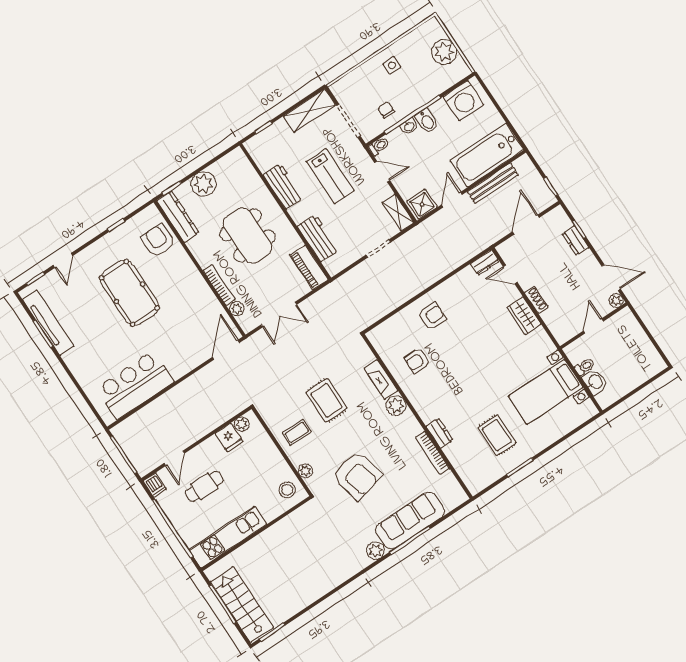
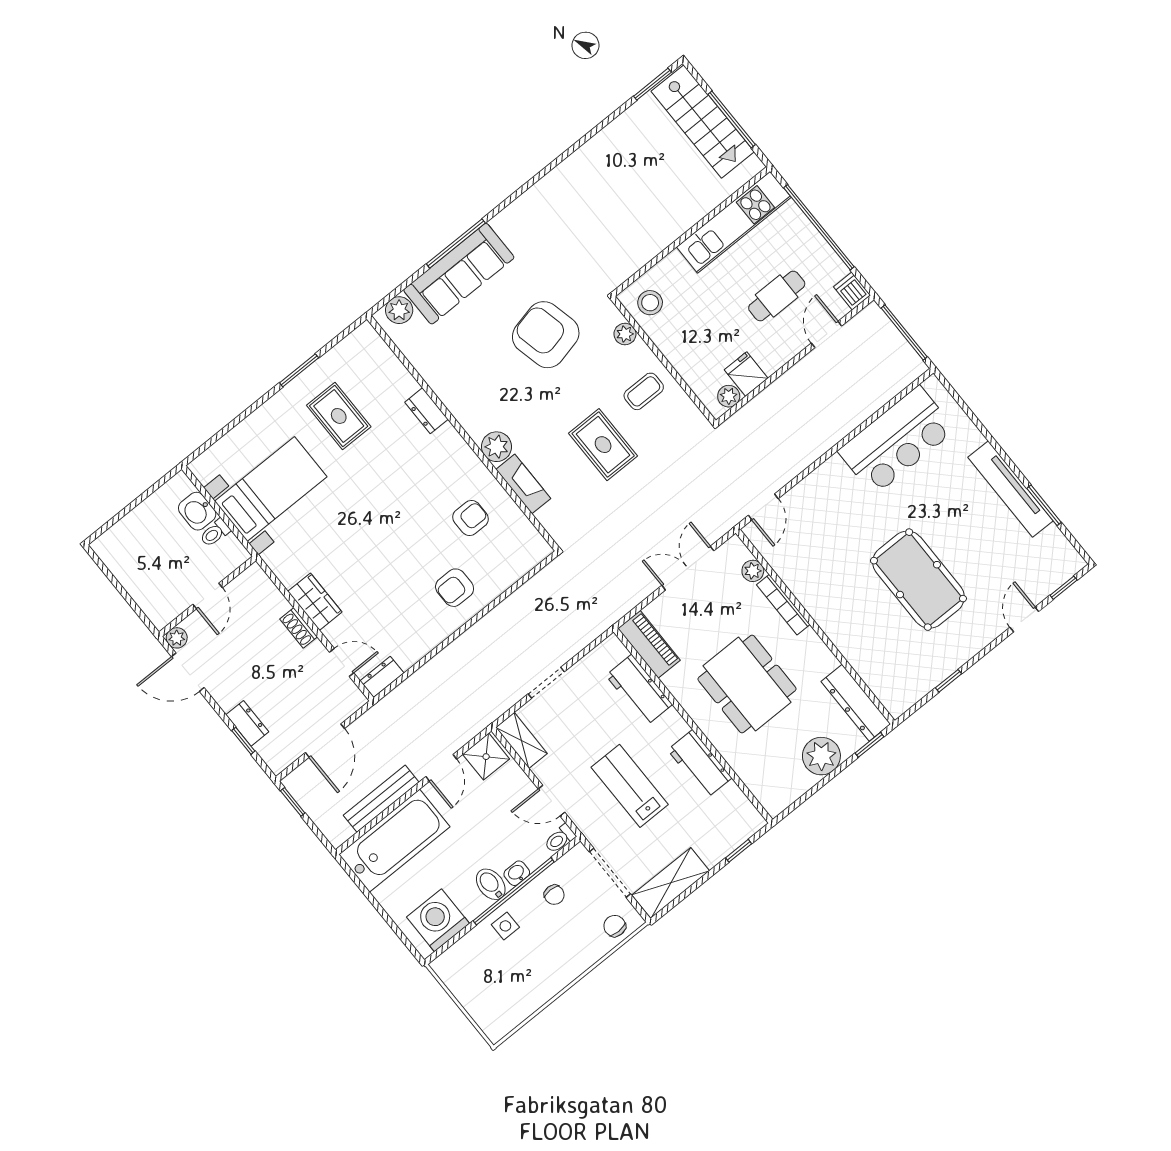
plant: (444, 52) -> (474, 992), removed
side table: (392, 65) -> (505, 926), moved
chair: (349, 86) -> (615, 926), added
armchair: (158, 240) -> (882, 664), removed
tv unit: (48, 323) -> (1011, 489), moved
door: (226, 350) -> (763, 507), width x0.73
bookcase: (432, 453) -> (435, 380), removed
plant: (376, 551) -> (399, 310), moved

